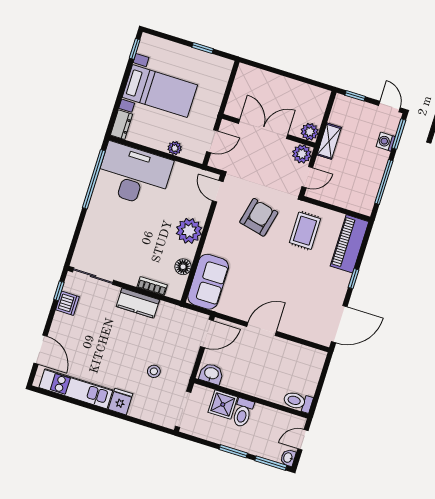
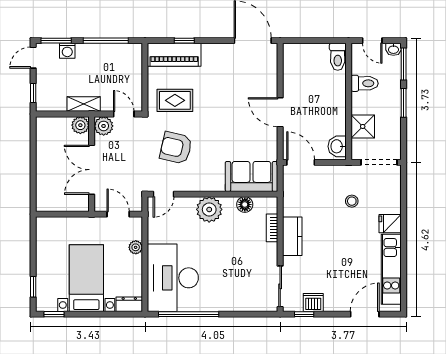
window: (203, 48) -> (33, 287), moved
window: (354, 279) -> (184, 41), moved
toilet: (243, 413) -> (365, 83), moved

